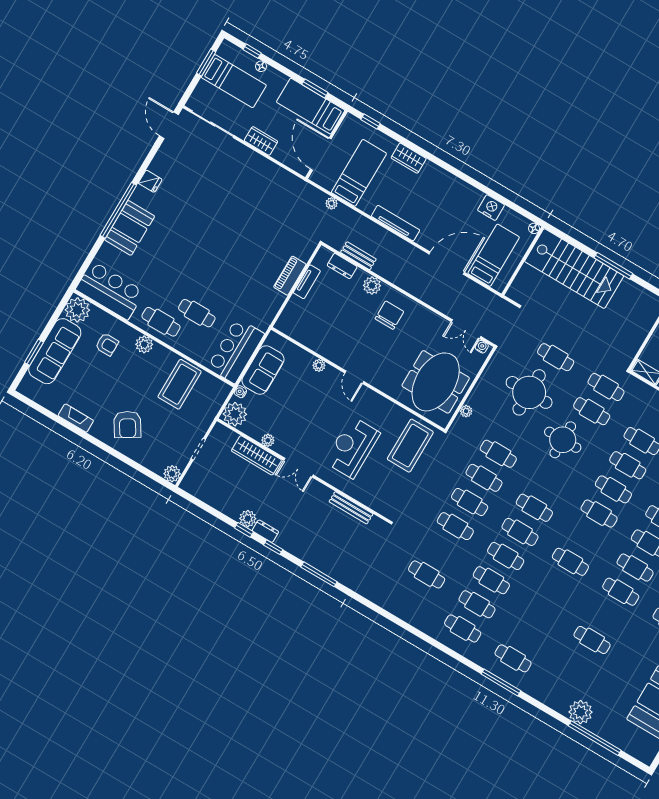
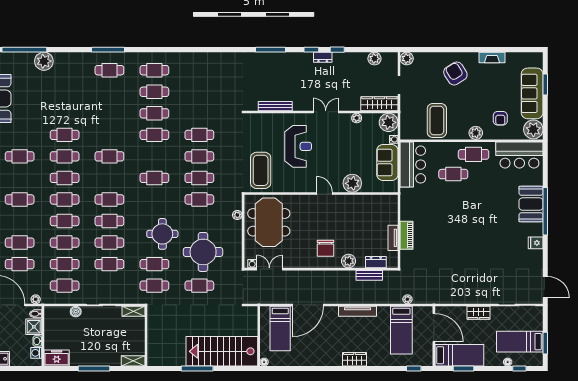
wardrobe: (409, 158) -> (354, 359), moved
nightstand: (491, 208) -> (301, 359), removed
armchair: (107, 344) -> (500, 118), turned -90
plant: (319, 365) -> (352, 183), width x1.88, depth x1.88
wardrobe: (256, 455) -> (379, 104), moved
plant: (248, 519) -> (374, 59), moved
cafe table: (520, 532) -> (154, 156), removed
cafe table: (427, 574) -> (199, 92), removed
cafe table: (592, 640) -> (65, 135), moved

